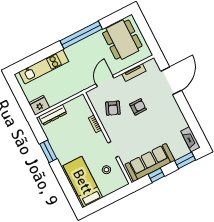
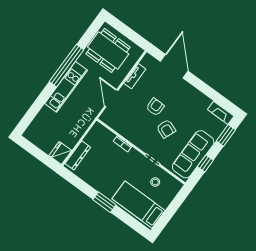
kitchen unit: (44, 67) -> (66, 87), moved
armchair: (113, 108) -> (166, 129), moved
window: (48, 151) -> (104, 202), moved

